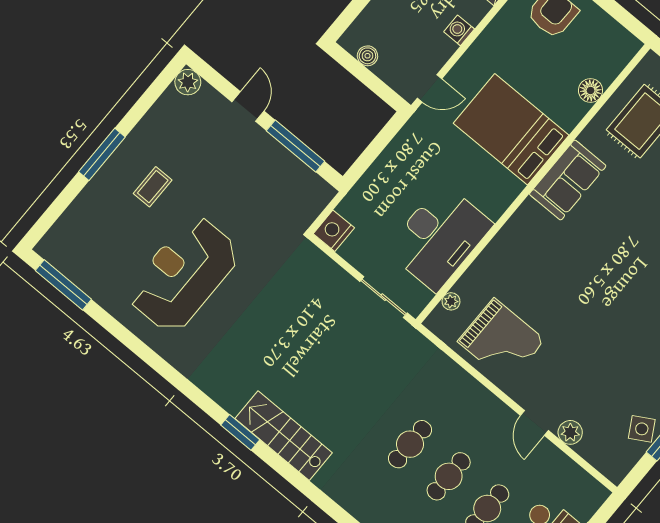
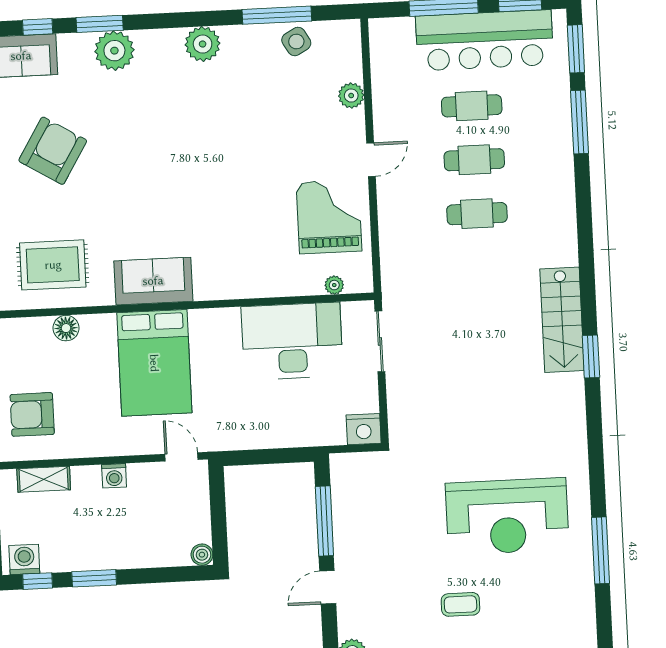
boiler: (367, 56) -> (202, 555), moved
window: (63, 285) -> (600, 550), moved
door: (534, 423) -> (371, 160), moved

